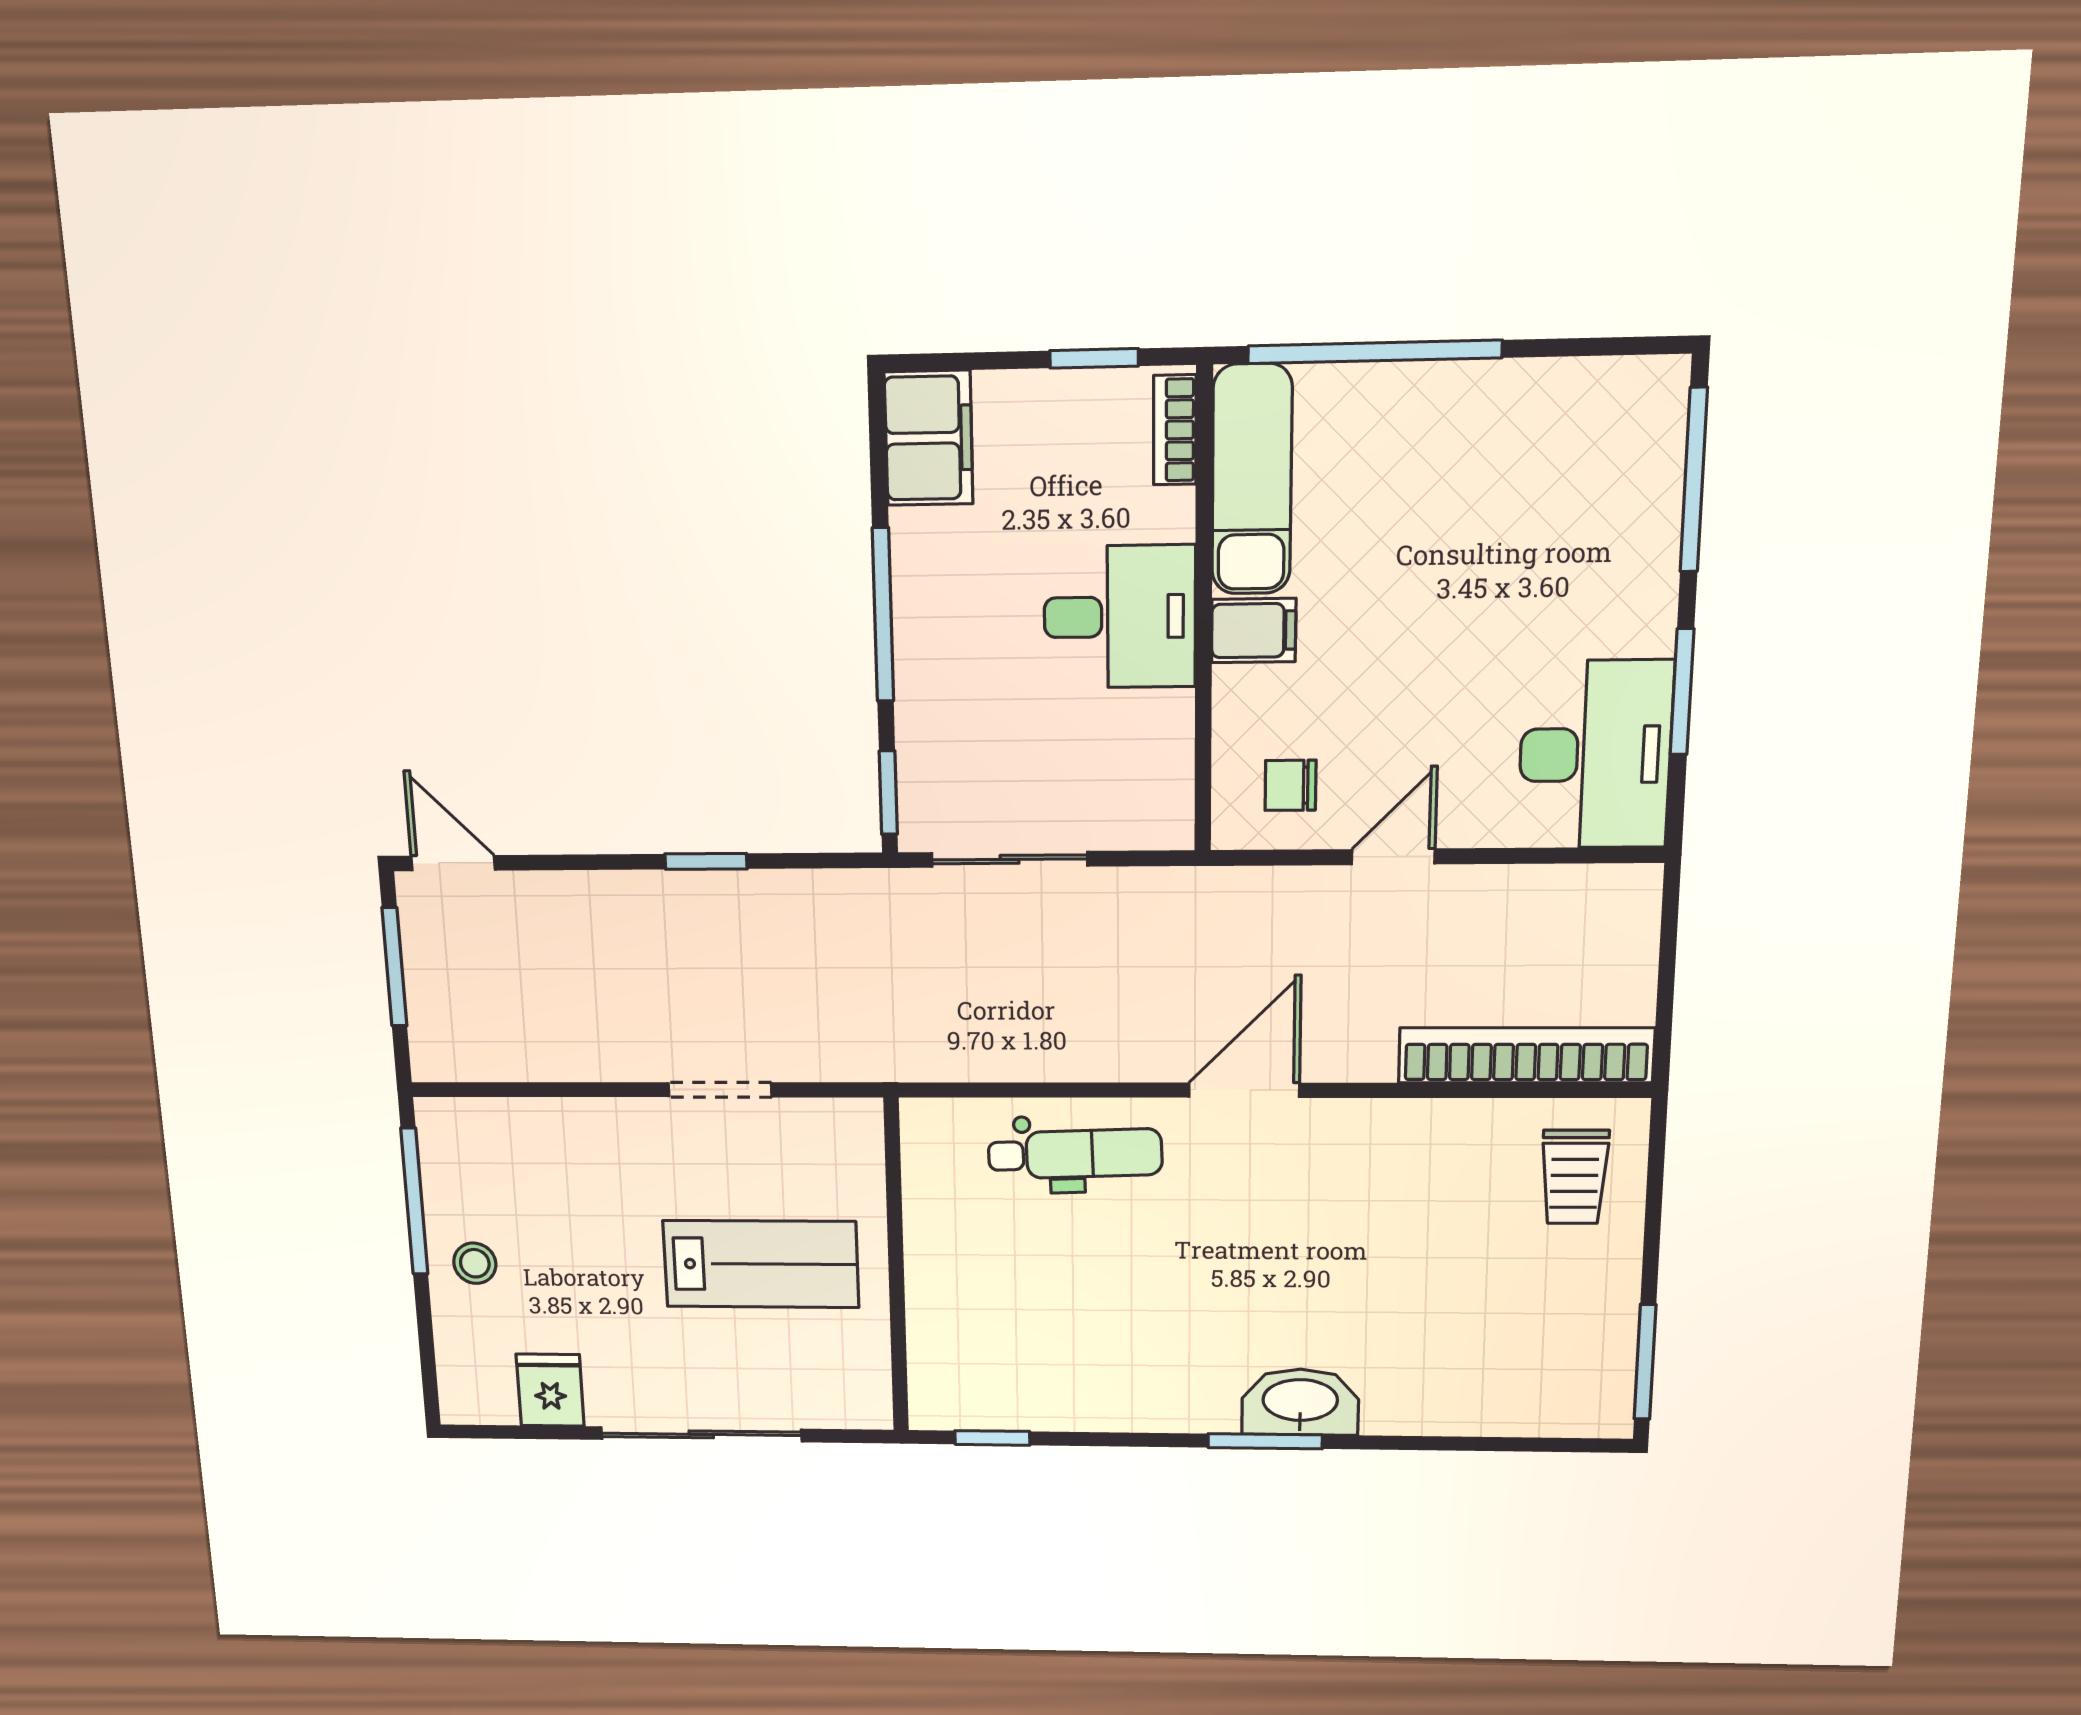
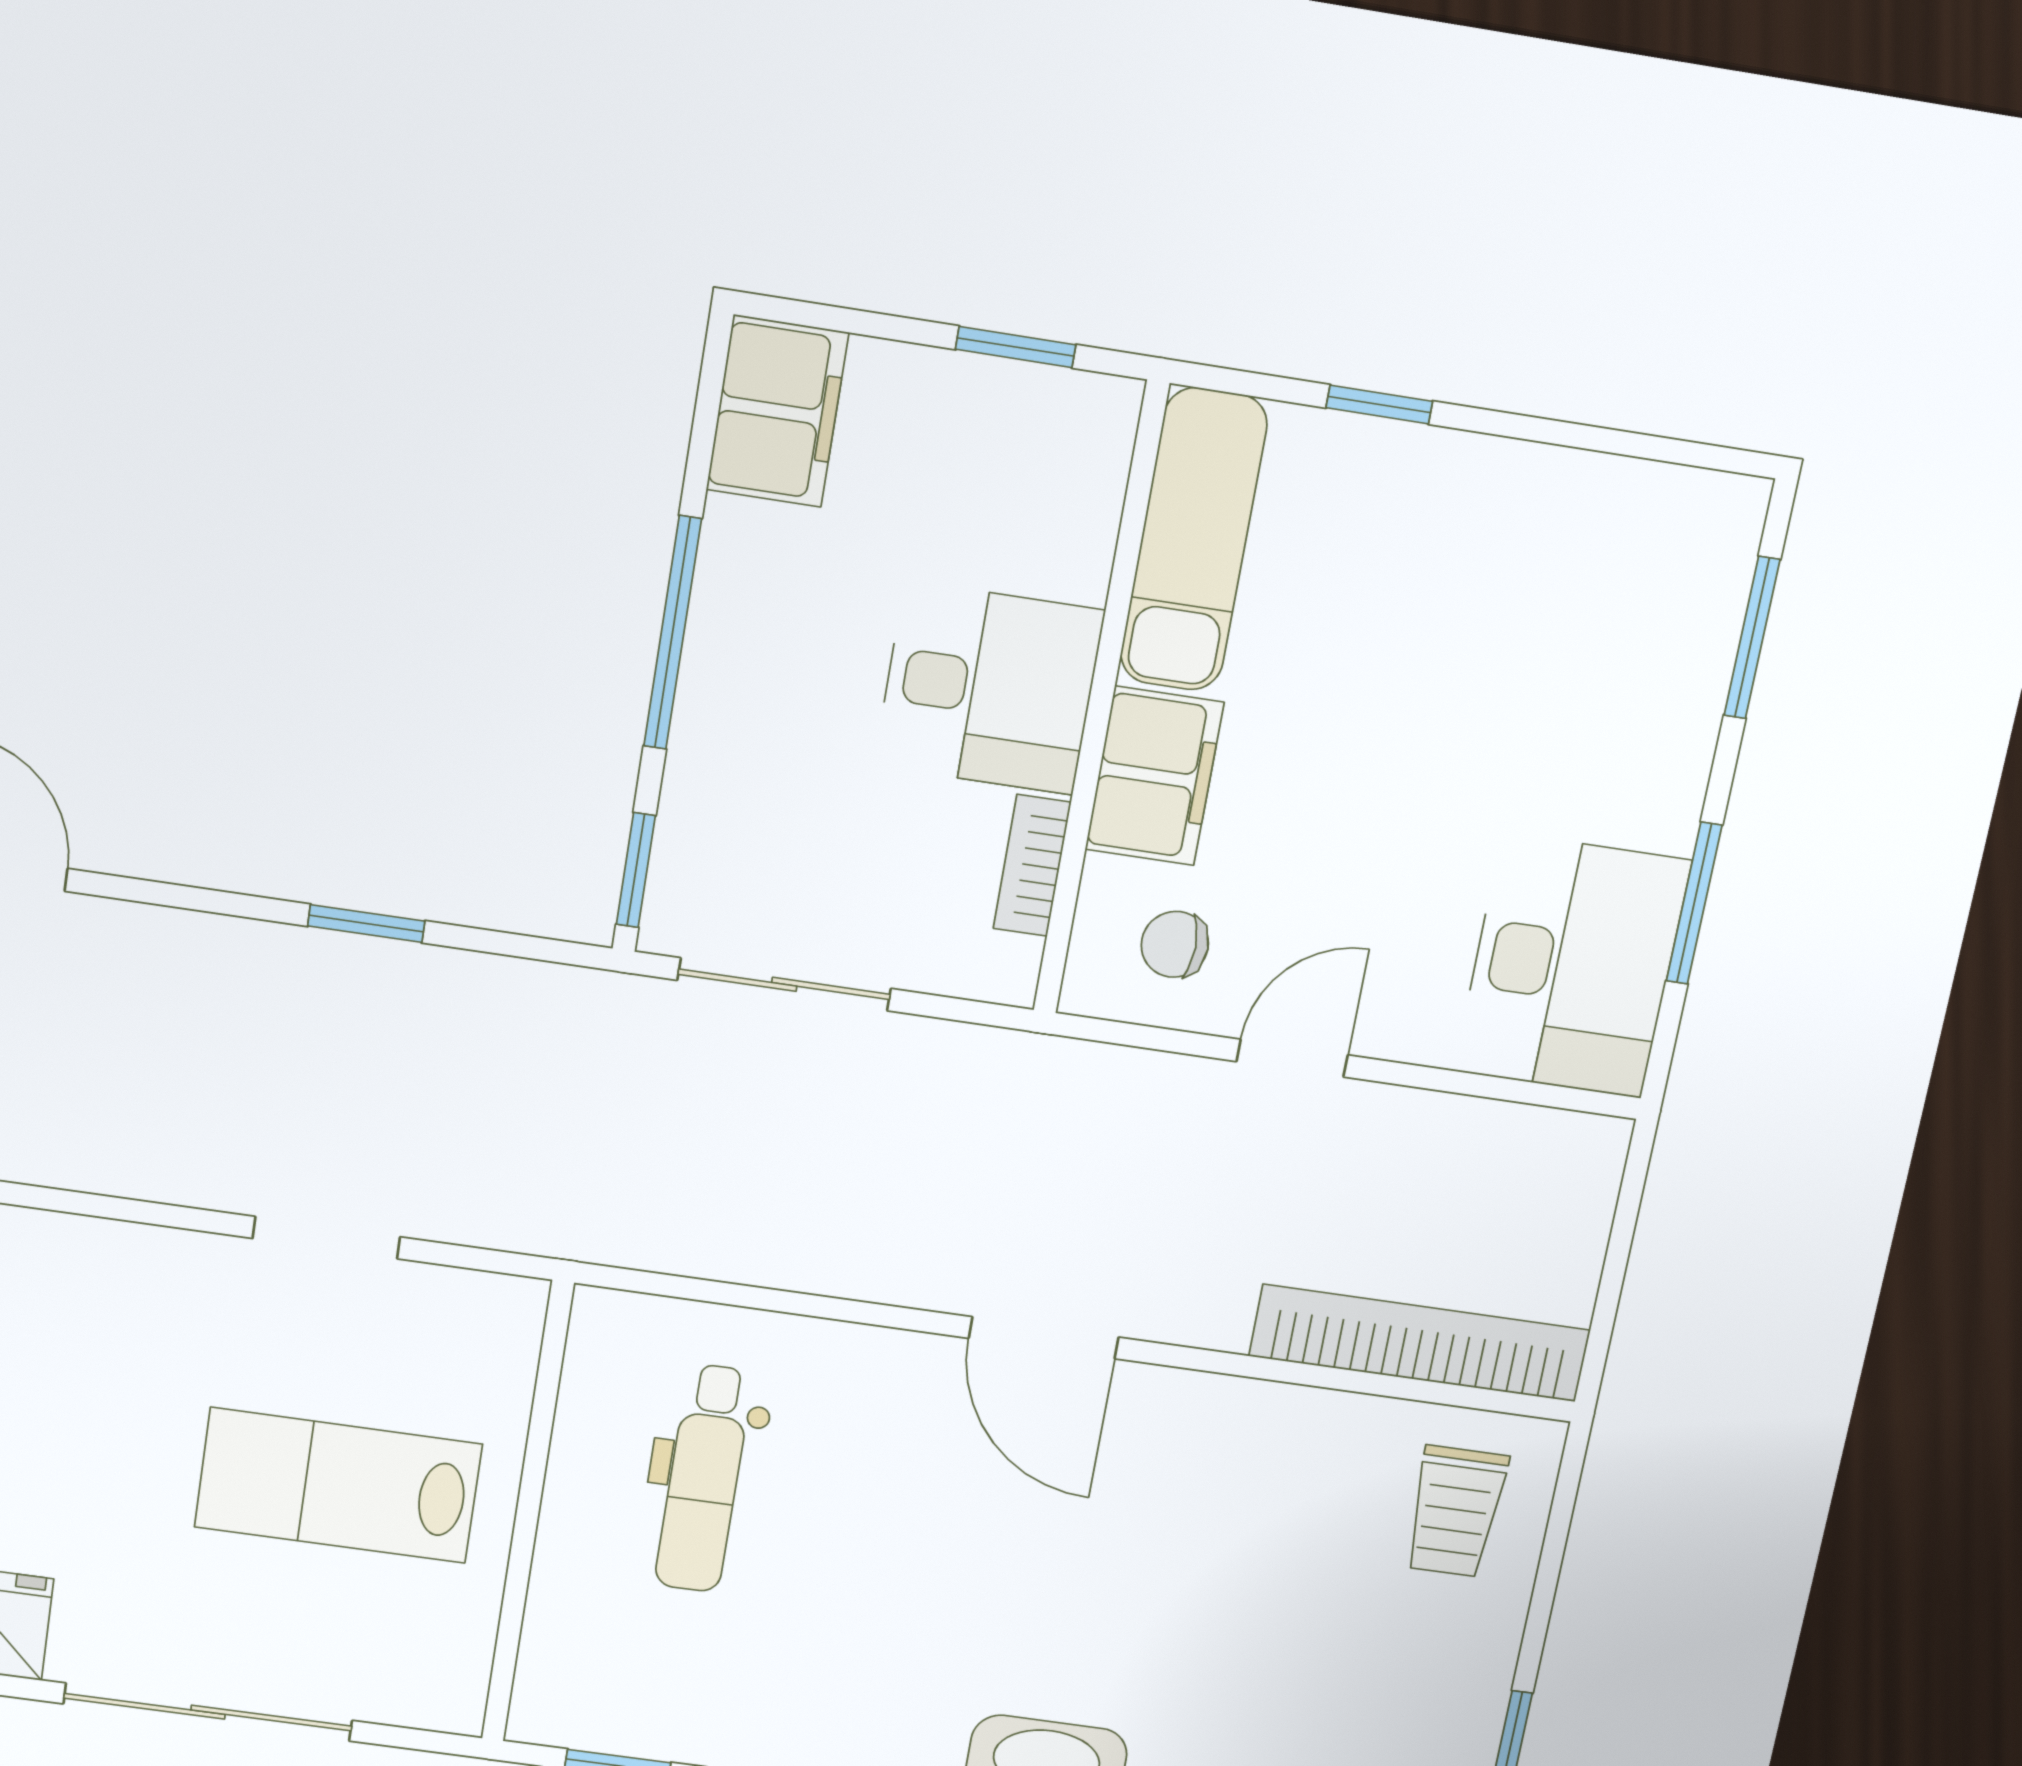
window: (1375, 352) -> (1379, 404), width x0.32
bookcase: (1175, 430) -> (1032, 865), moved
window: (1694, 480) -> (1752, 638), width x0.69
filing cabinet: (1254, 631) -> (1154, 776), width x2.00
door: (1244, 1090) -> (1044, 1338), swing flipped
dental chair: (1075, 1154) -> (704, 1479), moved, turned 92
lab bench: (761, 1264) -> (338, 1485), turned 180

